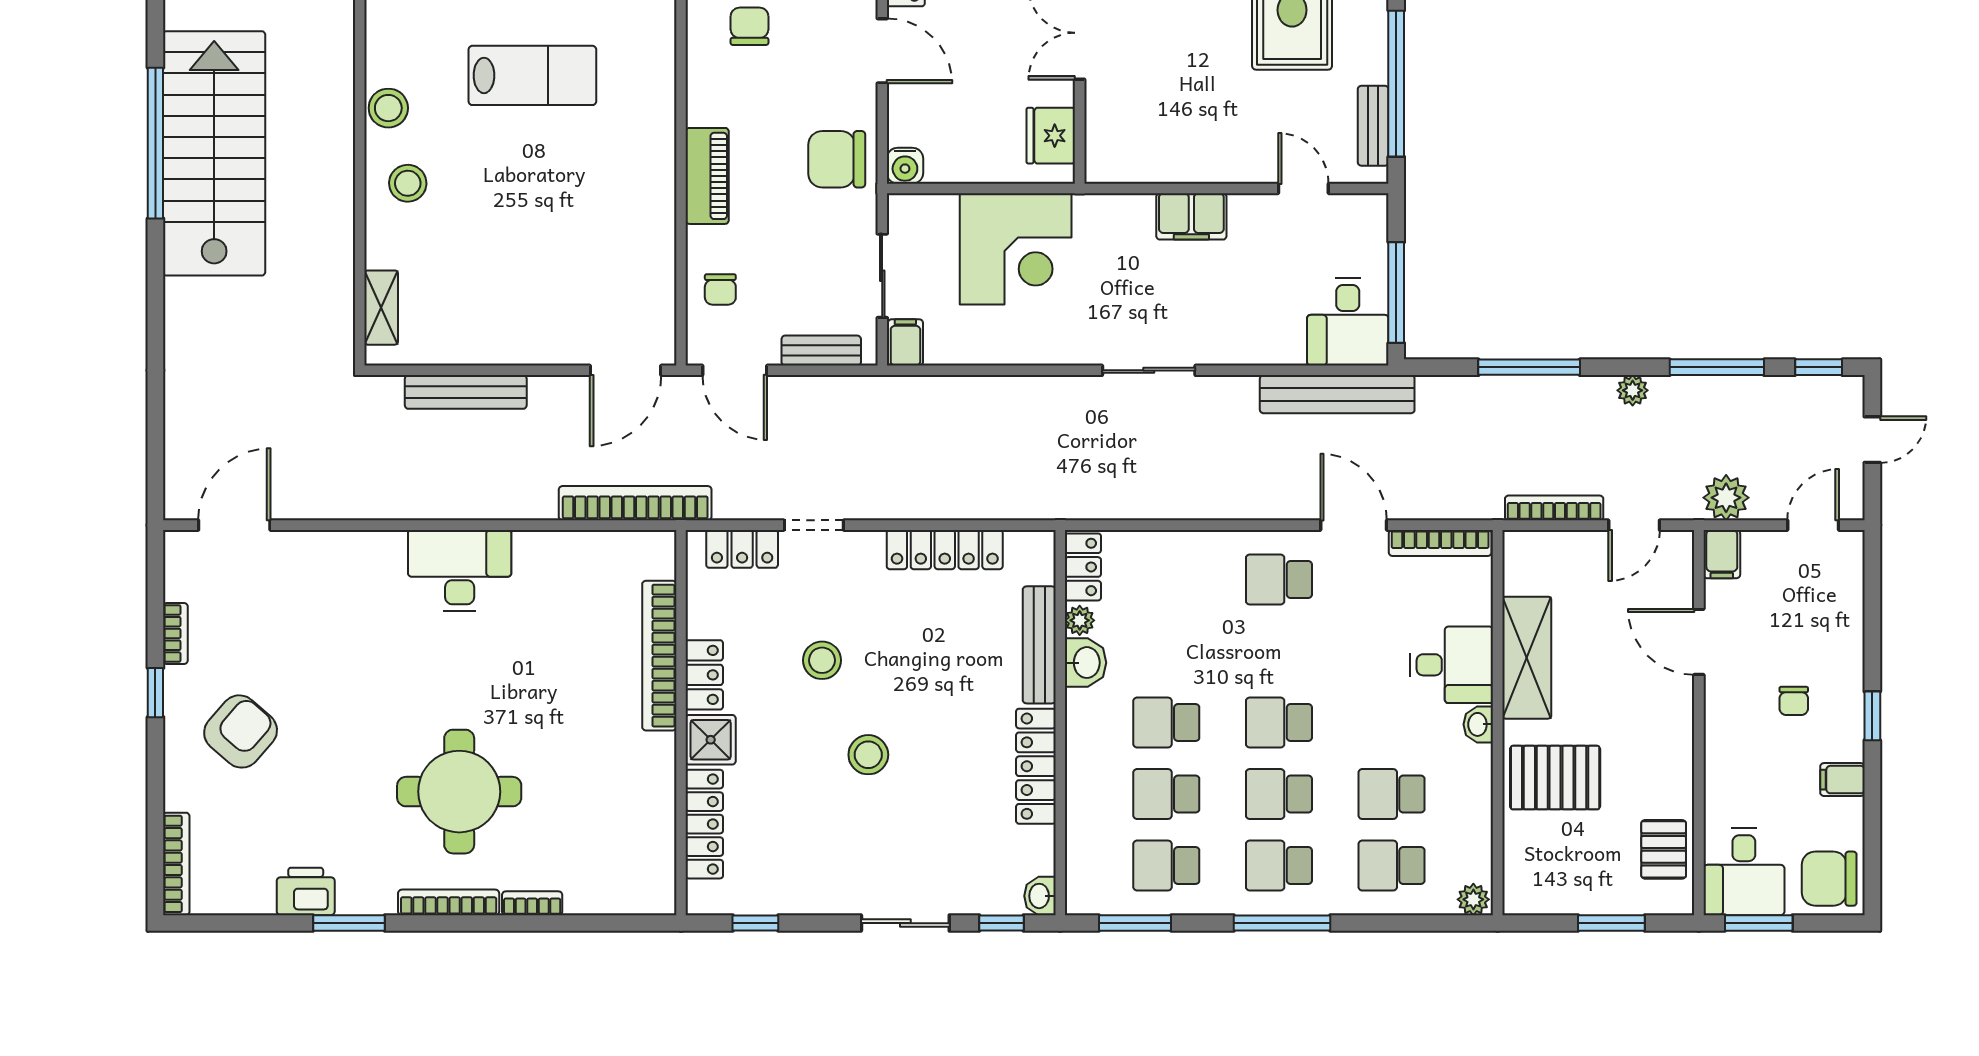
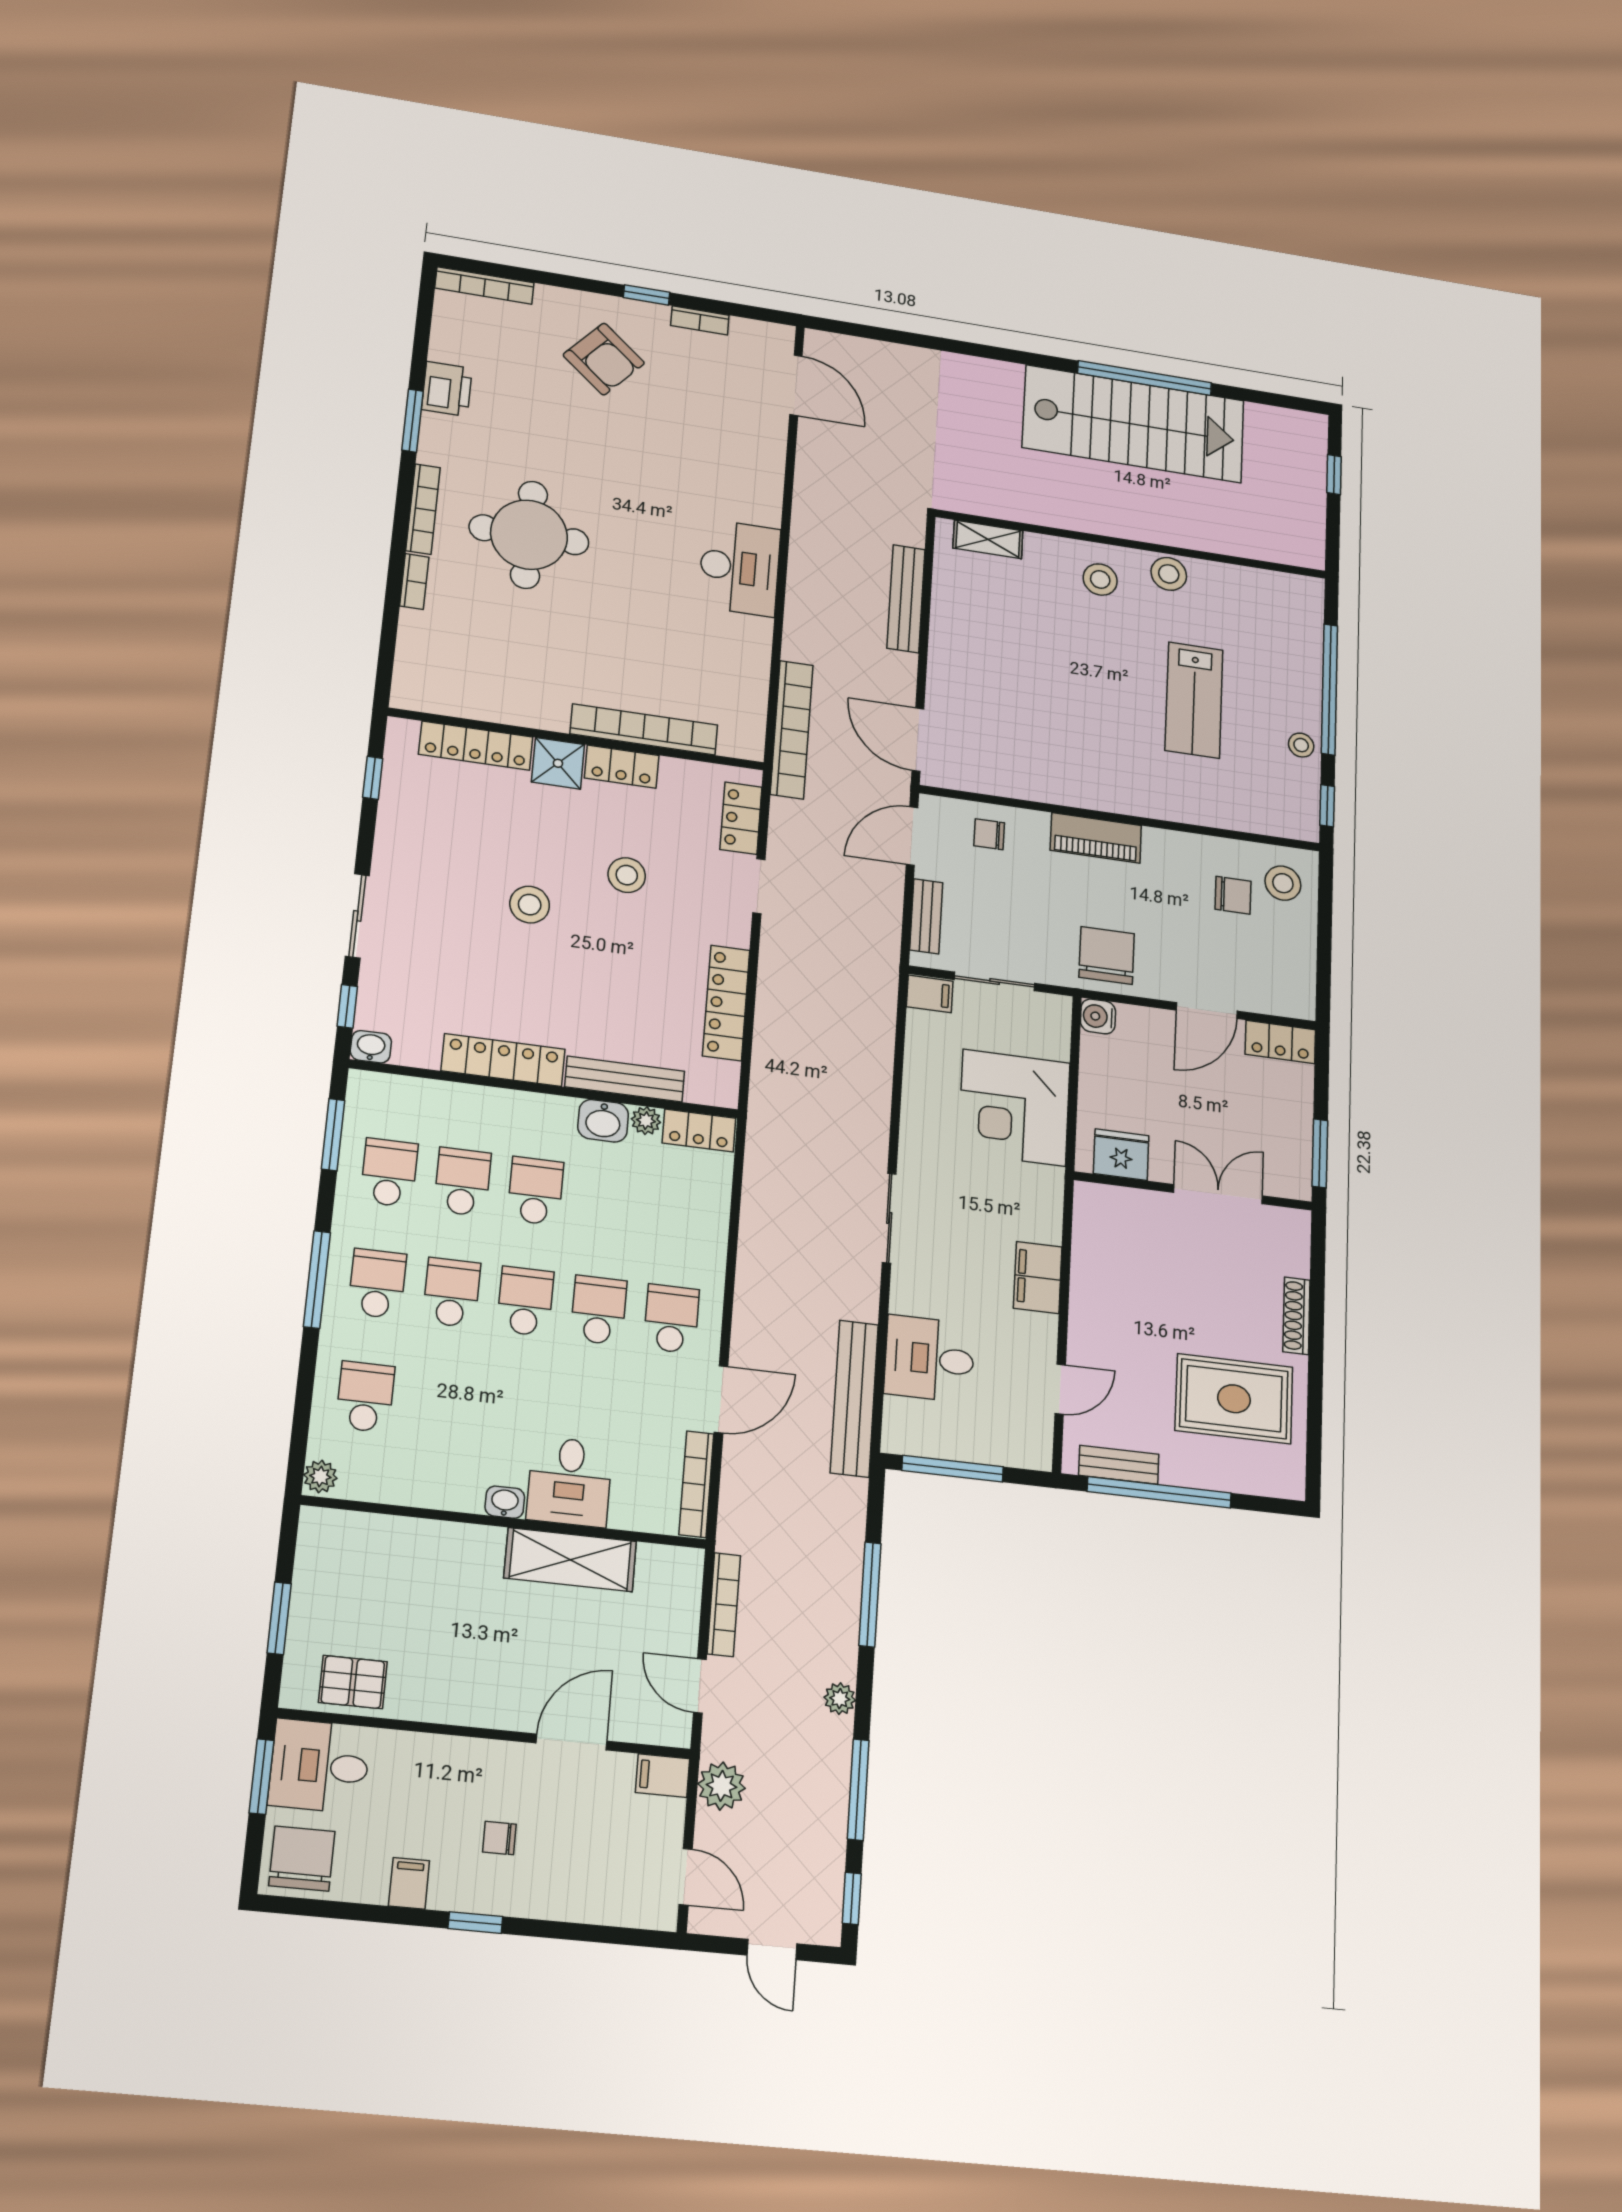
desk: (1348, 322) -> (929, 1359), moved
pallet: (1555, 778) -> (441, 1575), removed
school desk: (1392, 794) -> (599, 1310), moved

